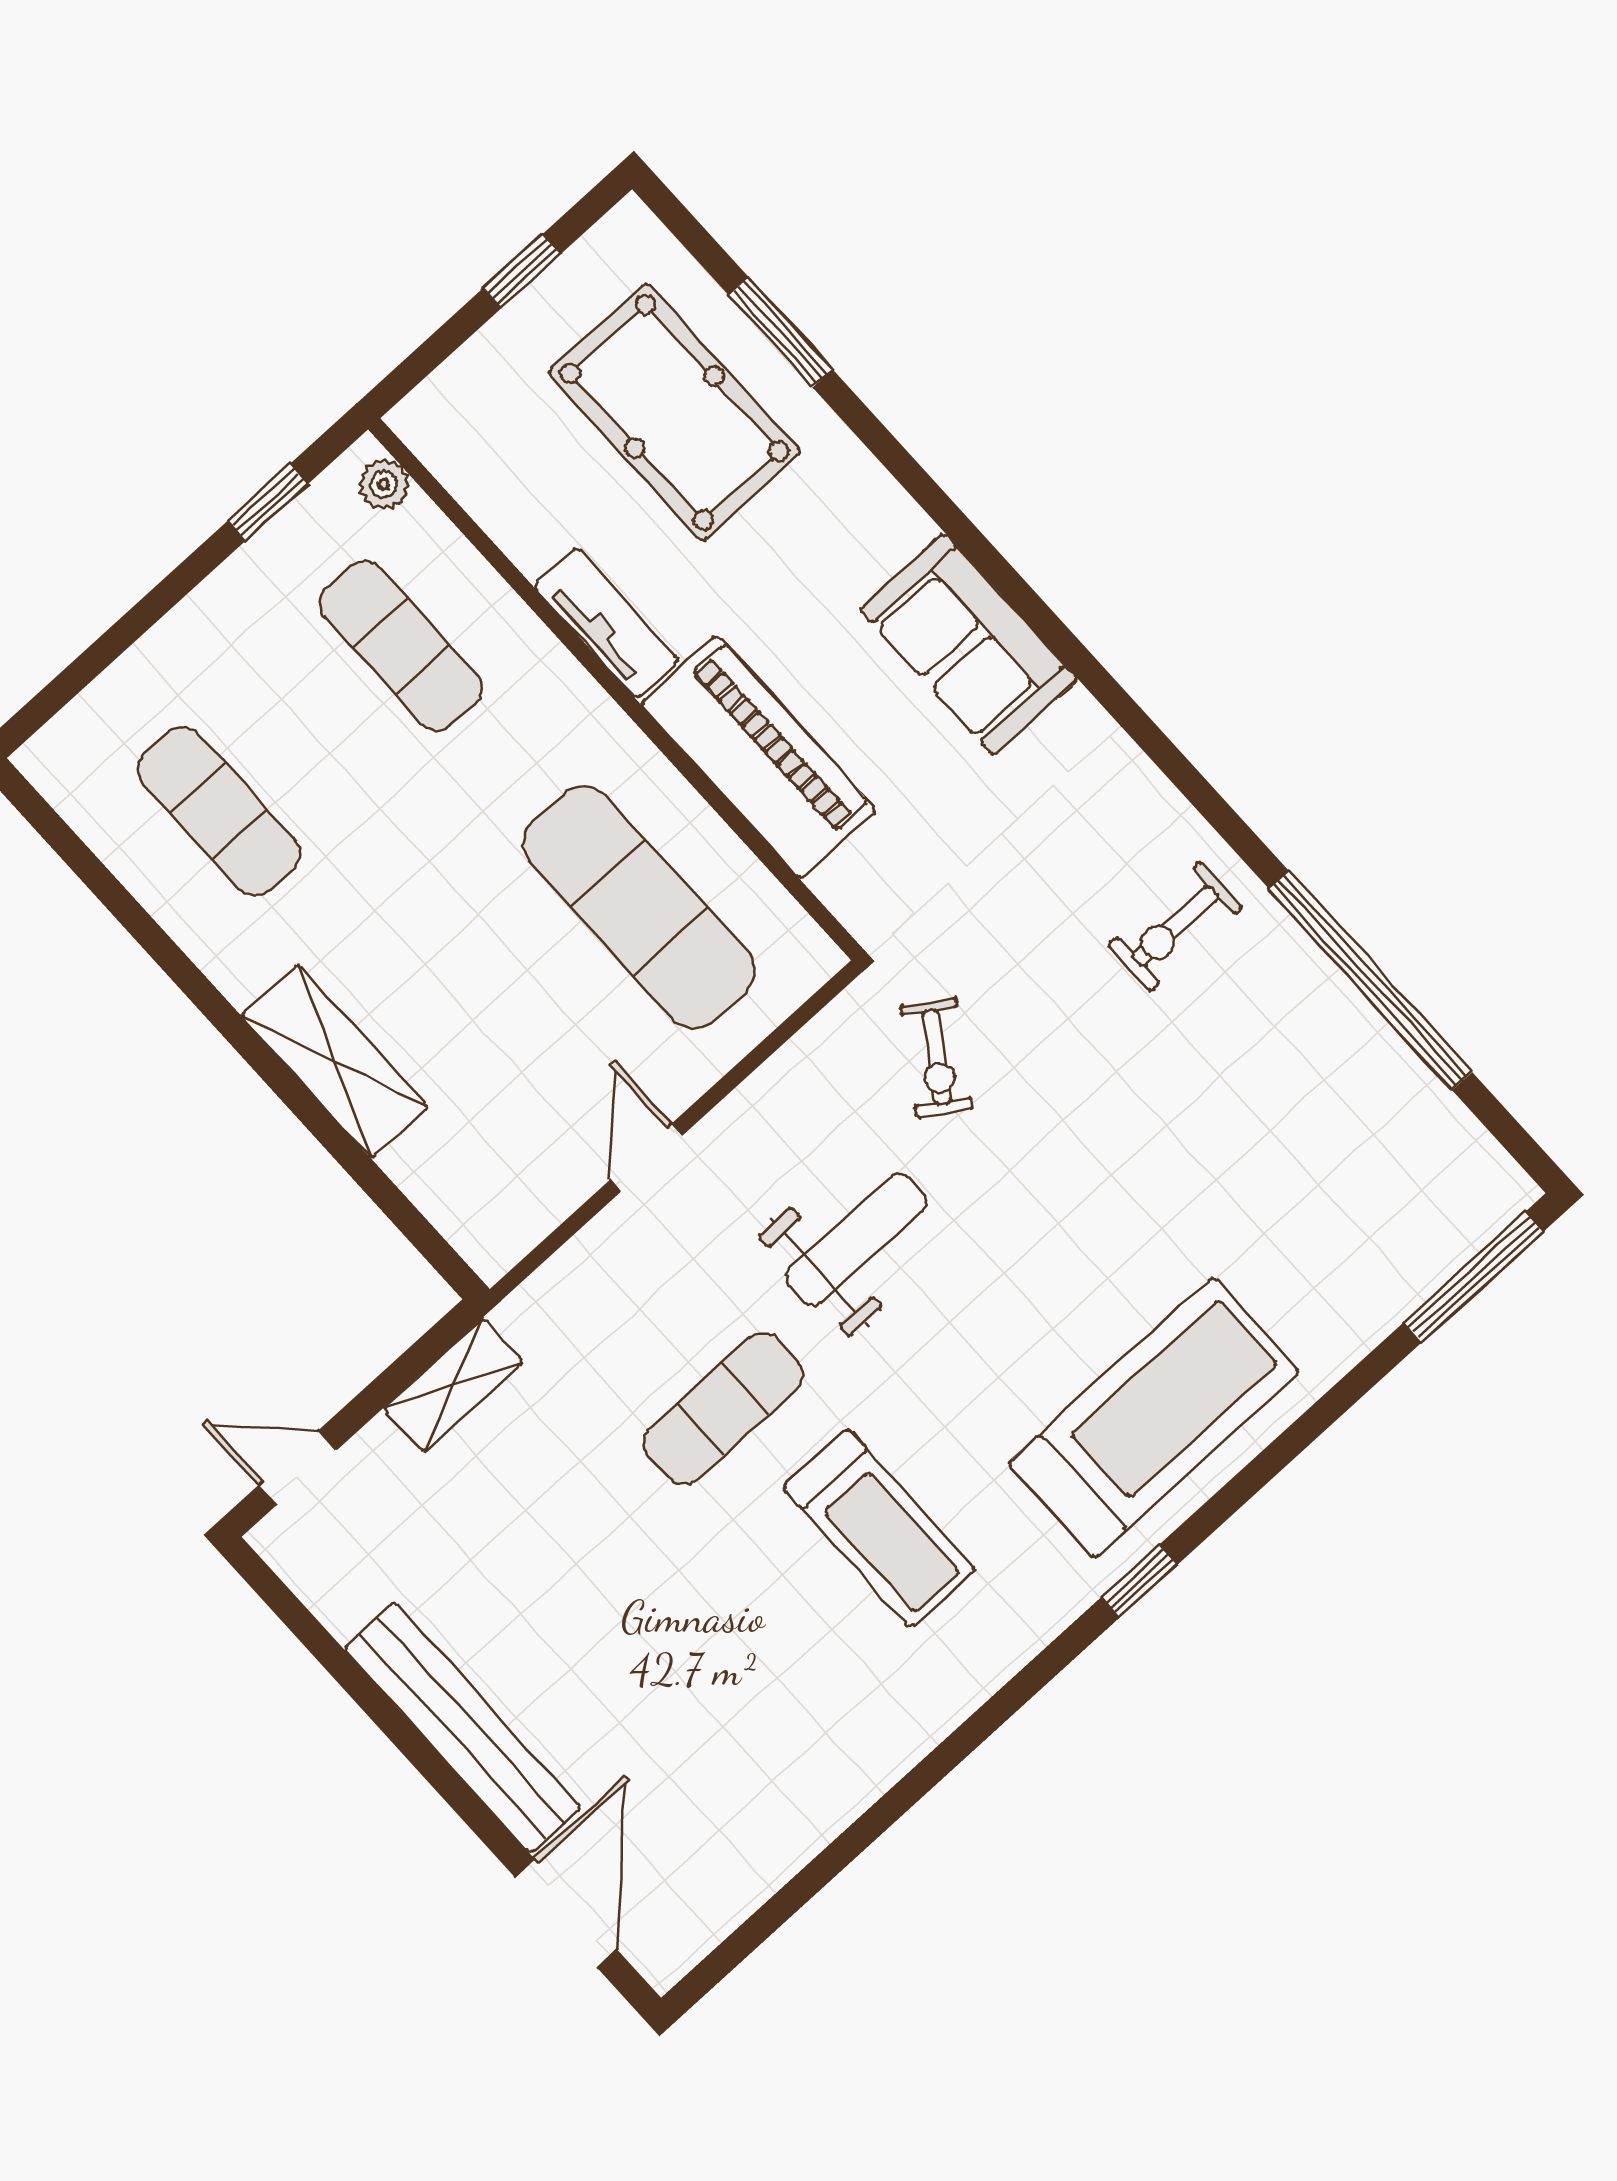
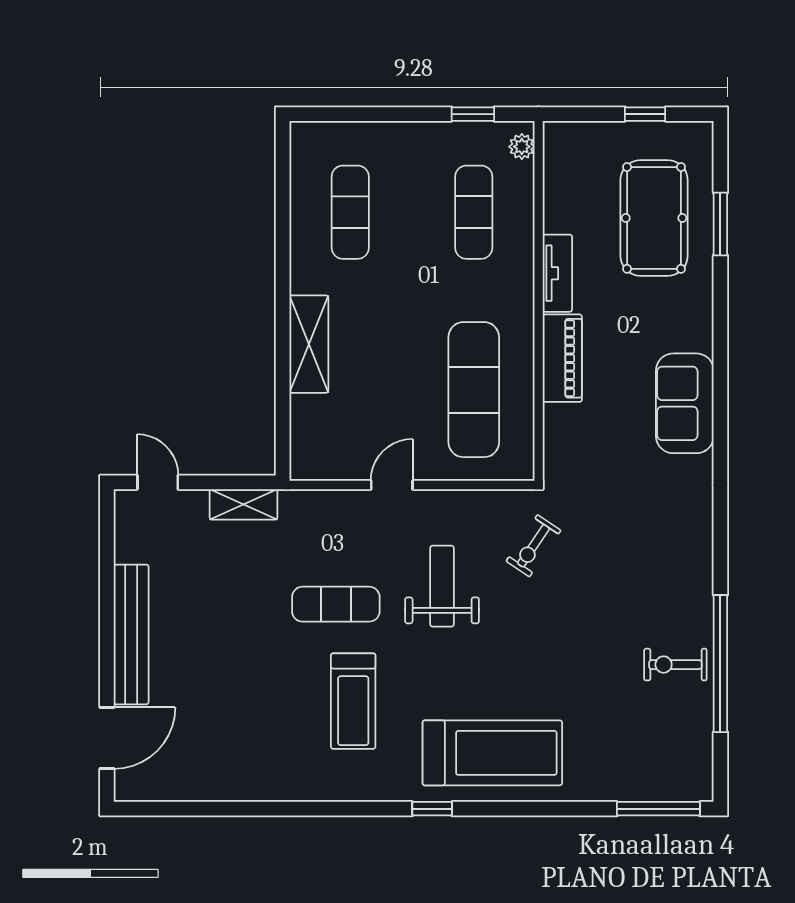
piano: (758, 757) -> (562, 358), width x0.73, depth x0.75
exercise bike: (1175, 926) -> (675, 665), moved
weight bench: (856, 1239) -> (442, 586), turned -90

